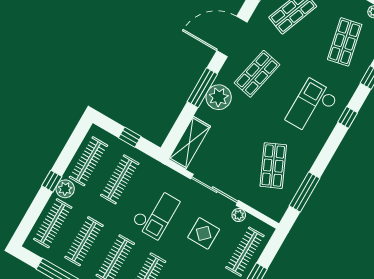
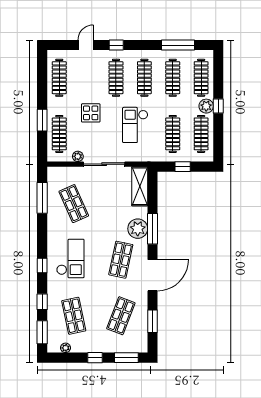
display table: (204, 233) -> (91, 113), moved

